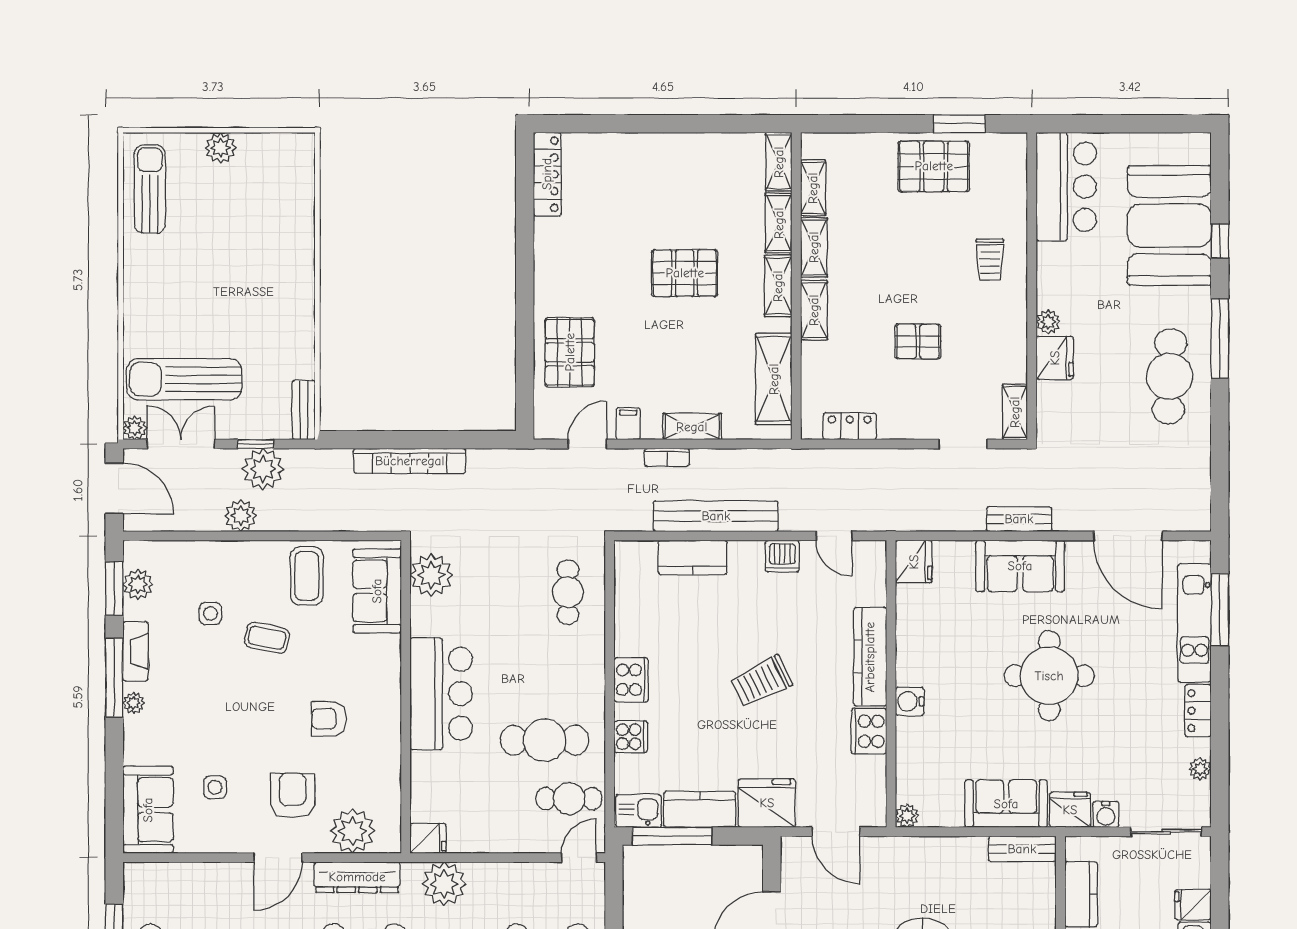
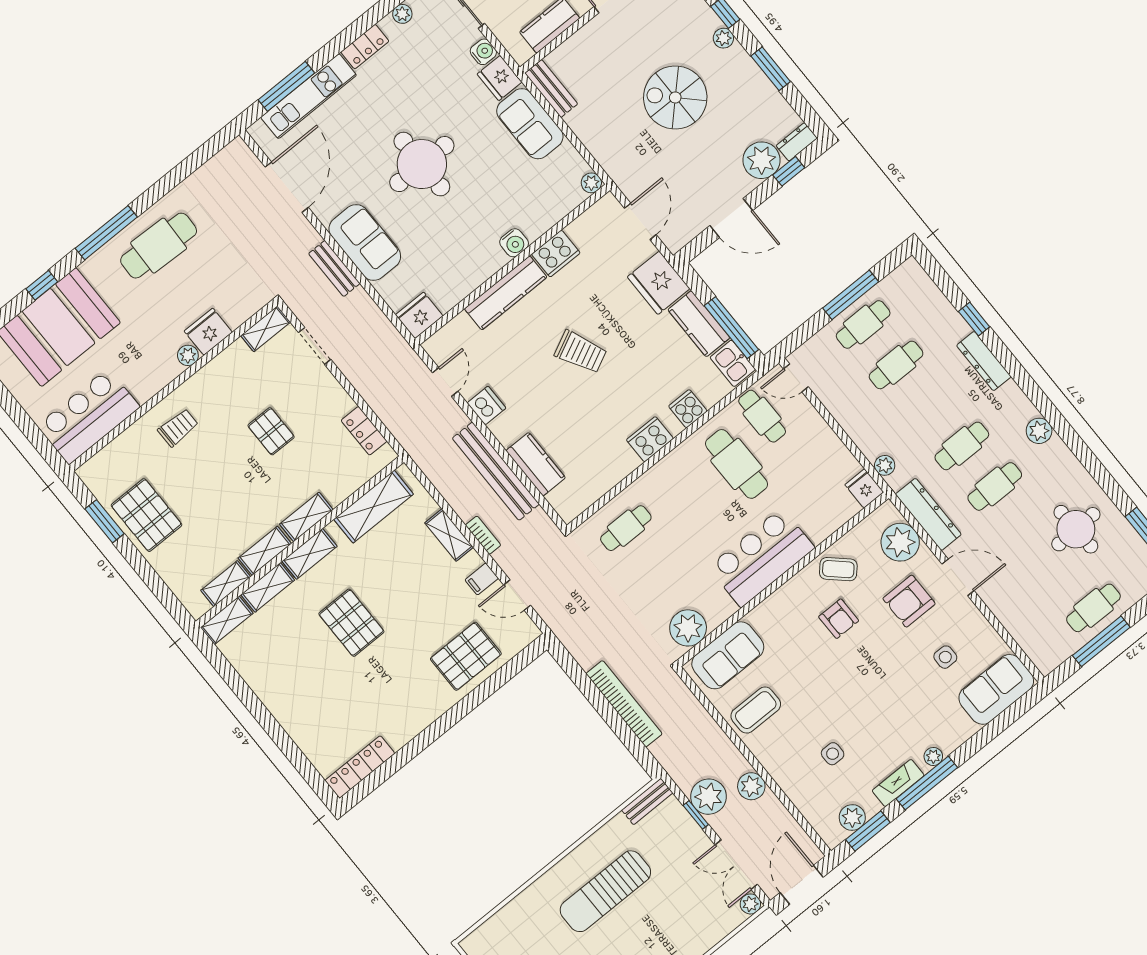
sun lounger: (184, 379) -> (605, 891), moved, turned 90
coffee table: (267, 638) -> (838, 569), moved, turned -58
plant: (444, 884) -> (885, 465), width x0.53, depth x0.53

